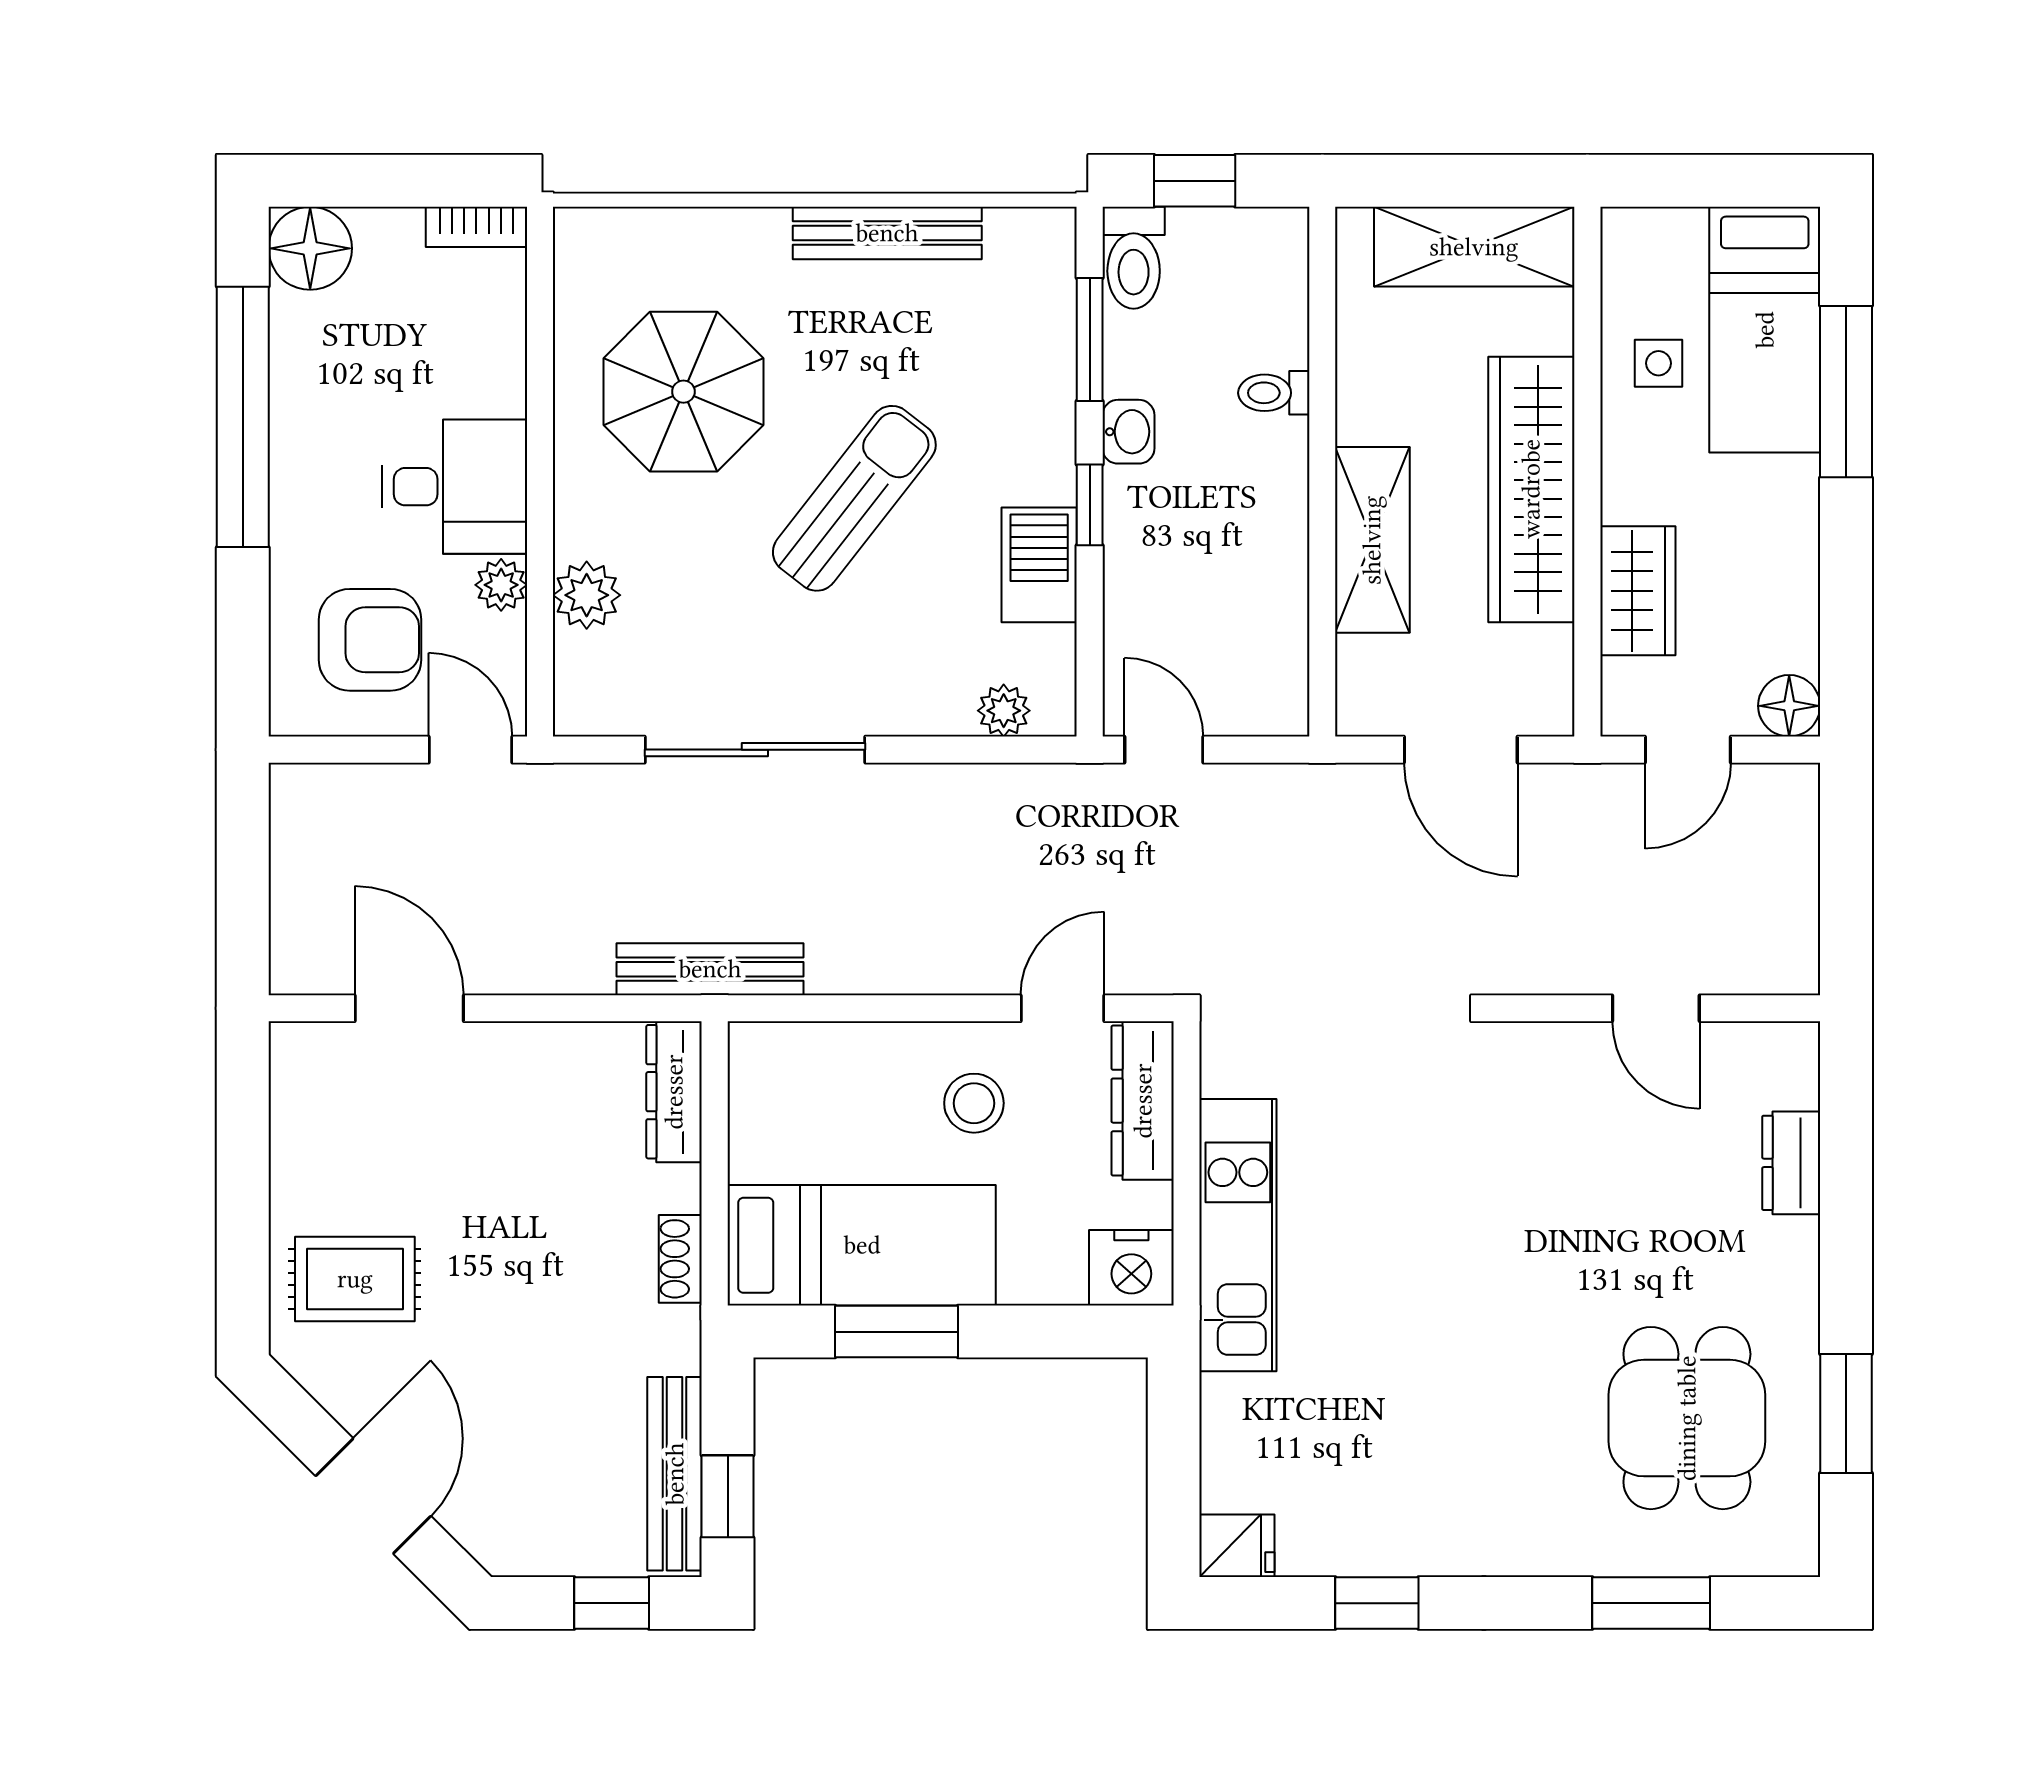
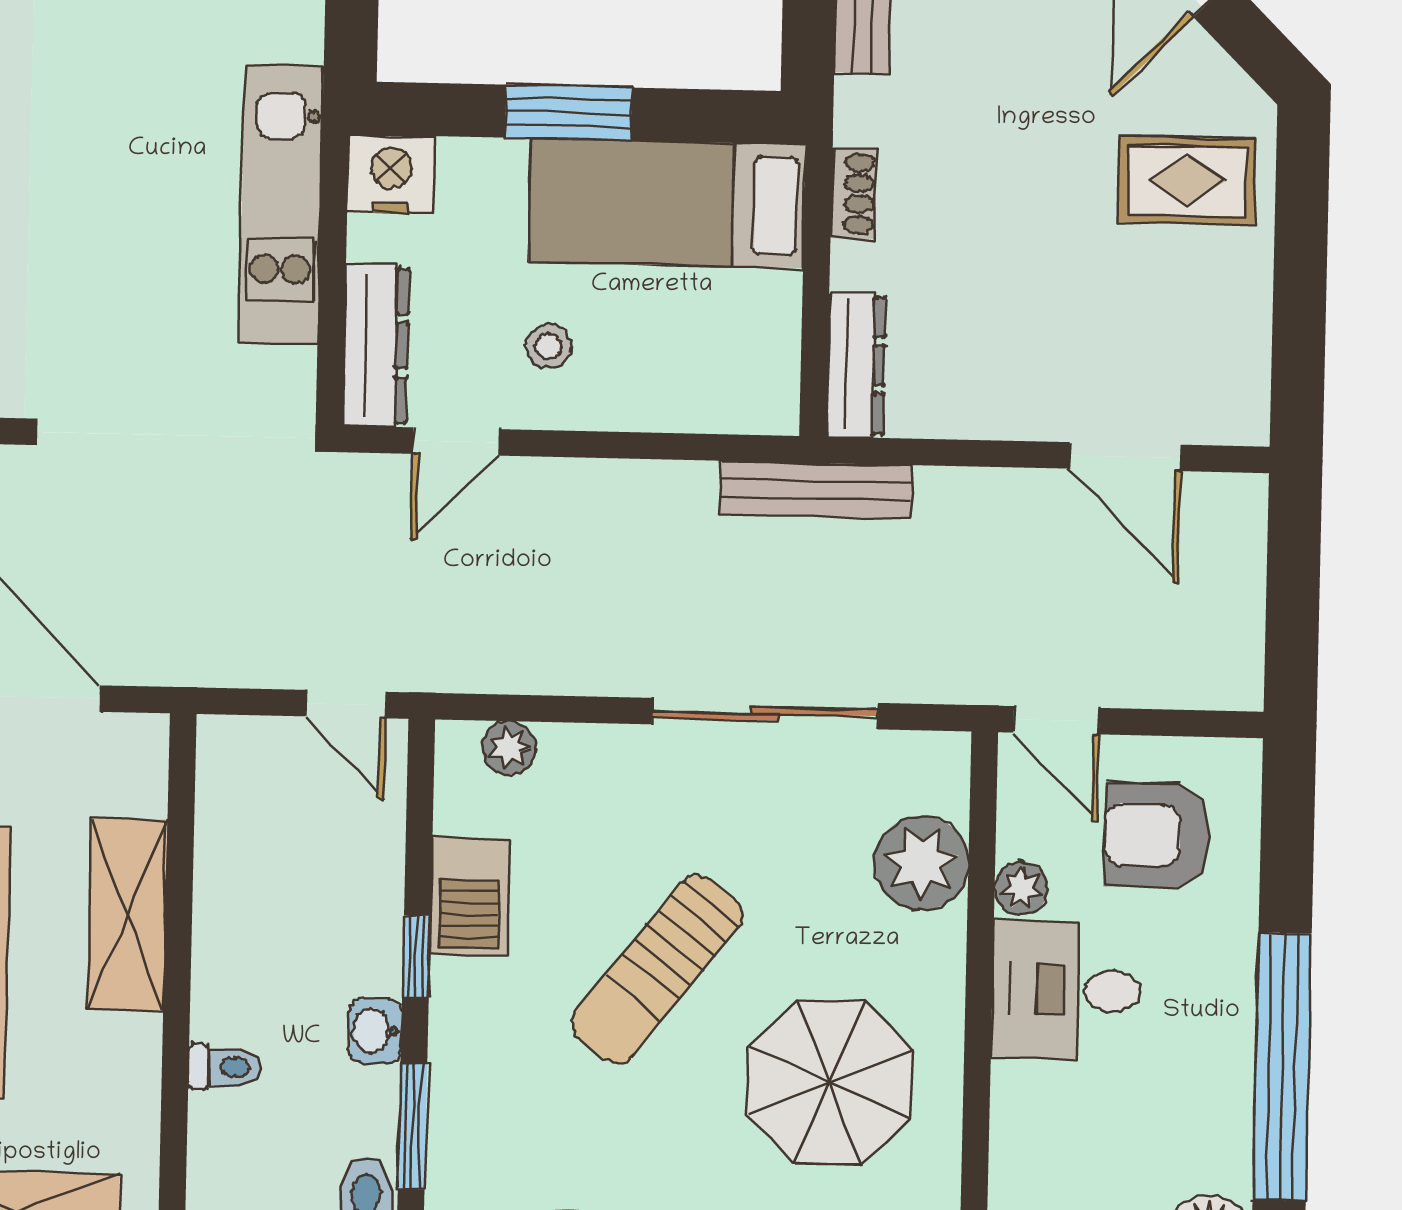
plant: (587, 595) -> (921, 863), width x1.36, depth x1.36
stool: (974, 1103) -> (549, 346), width x0.73, depth x0.73
window: (896, 1332) -> (569, 113), moved

